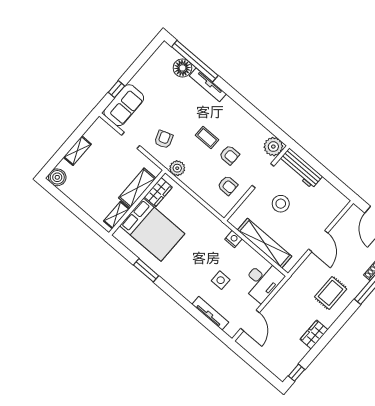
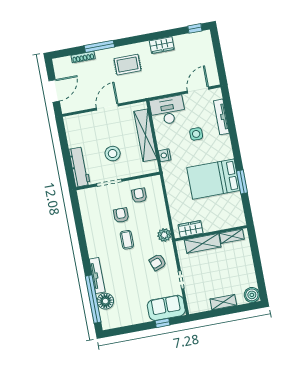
plant: (273, 147) -> (86, 197), removed
bed: (152, 230) -> (213, 179), moved, turned -90

